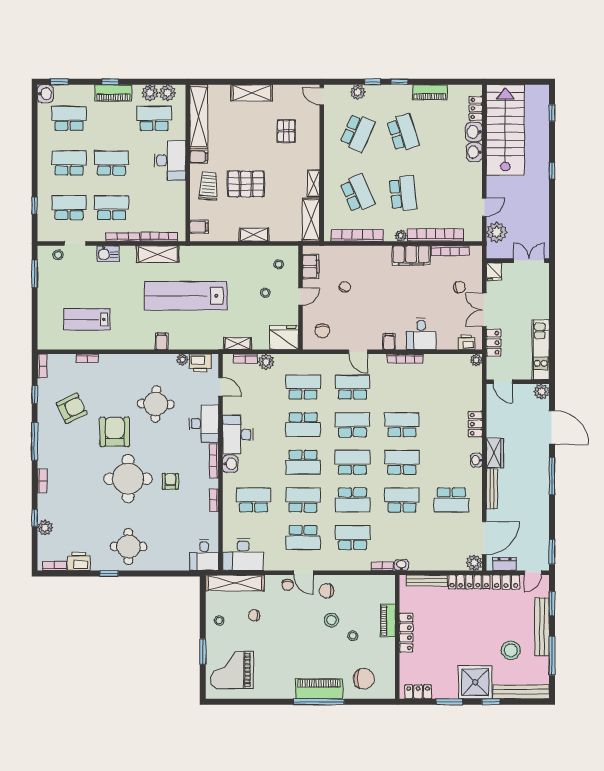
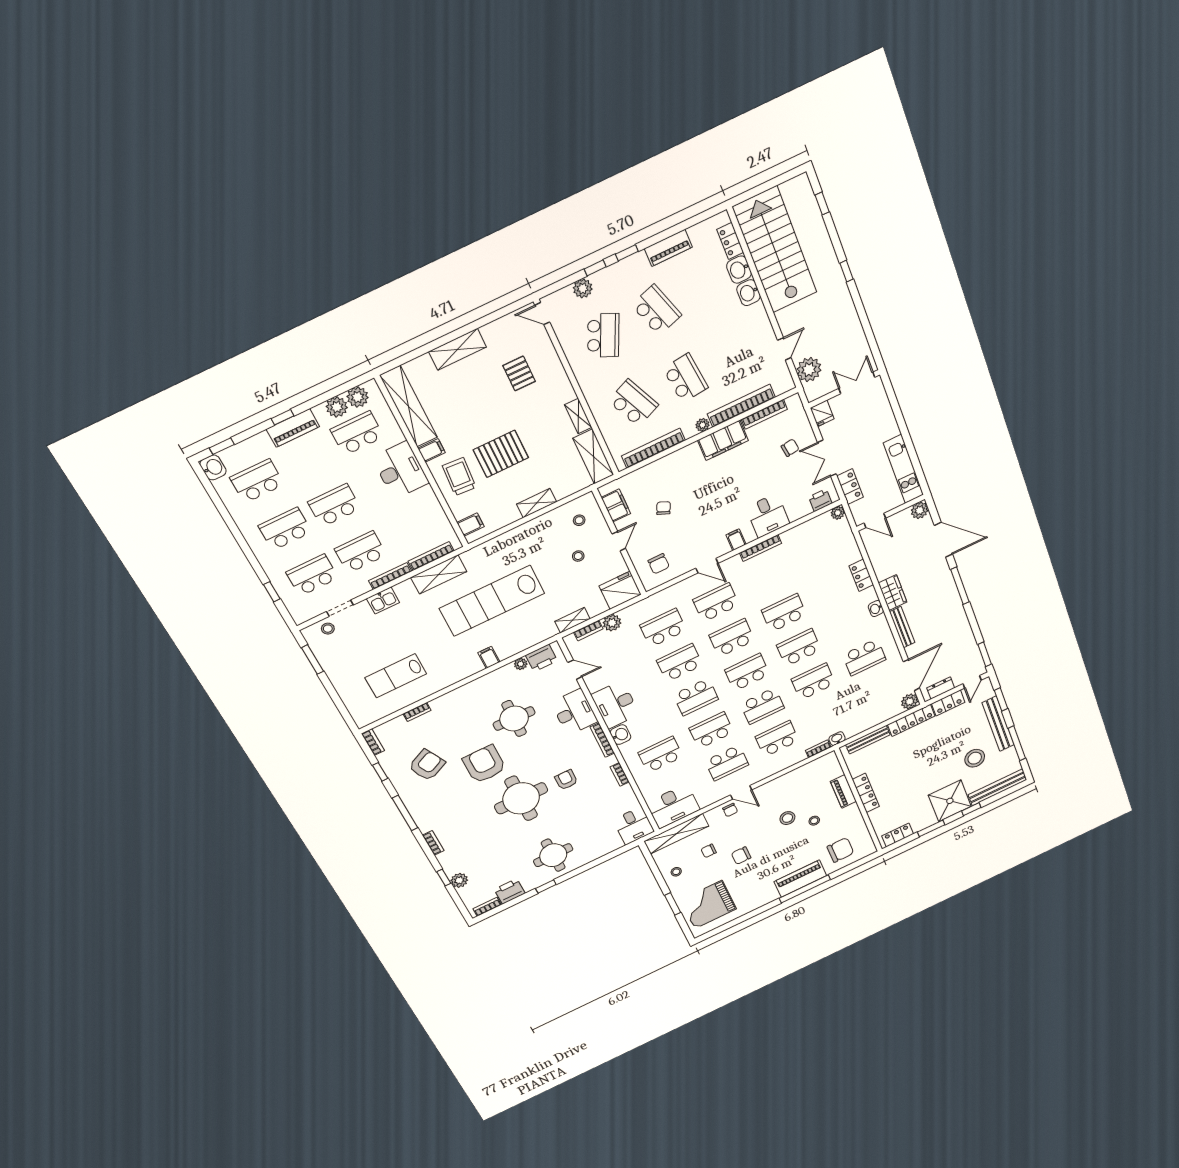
school desk: (303, 425) -> (680, 663), turned 180
chair: (326, 591) -> (741, 856), moved

